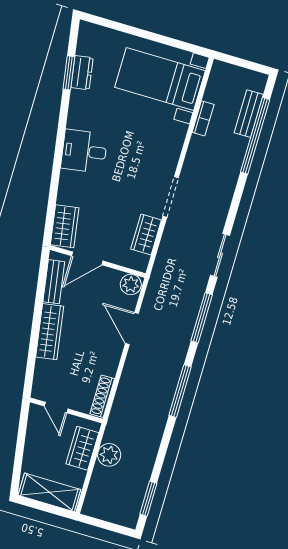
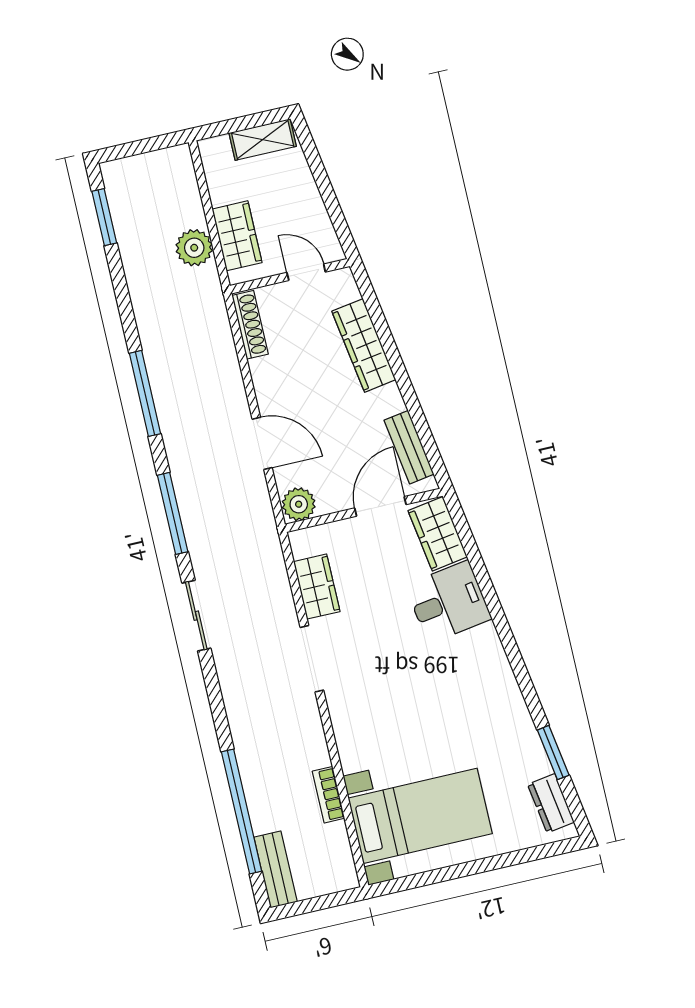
dresser: (82, 73) -> (551, 803), moved
bench: (249, 114) -> (276, 869), moved
desk: (84, 151) -> (448, 602), moved
wardrobe: (50, 332) -> (364, 345), moved
shelving: (49, 492) -> (263, 140), width x0.67, depth x0.75

